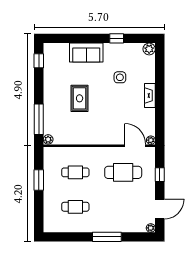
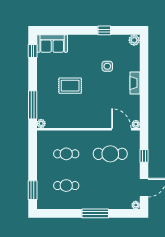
sofa: (86, 53) -> (52, 43), moved
rug: (80, 98) -> (70, 86), turned 90
window: (39, 180) -> (33, 190), moved

